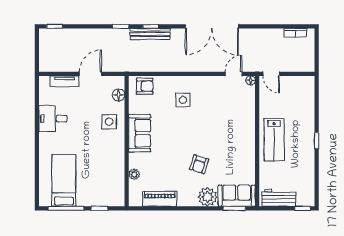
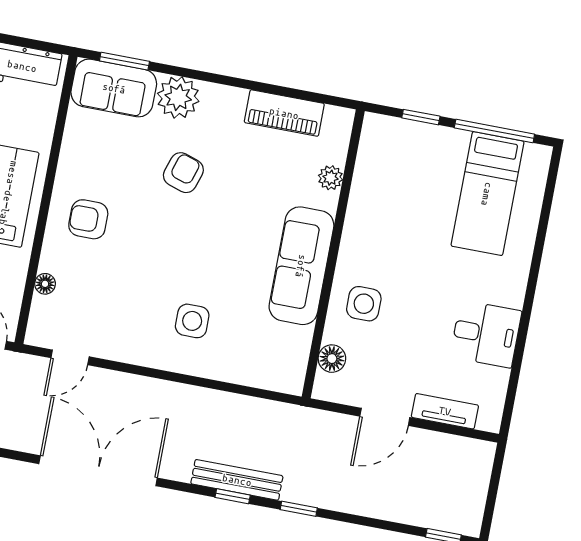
floor lamp: (251, 80) -> (45, 284), moved
armchair: (145, 86) -> (88, 219), moved
sofa: (140, 133) -> (301, 266), width x1.36

